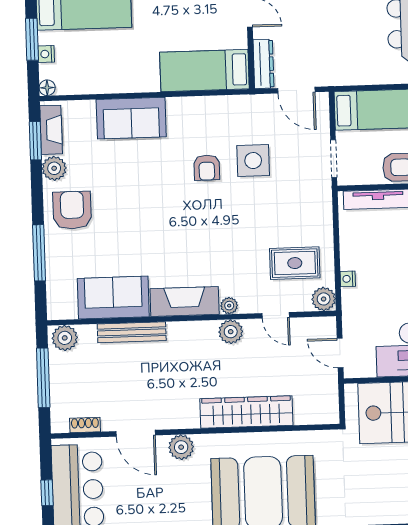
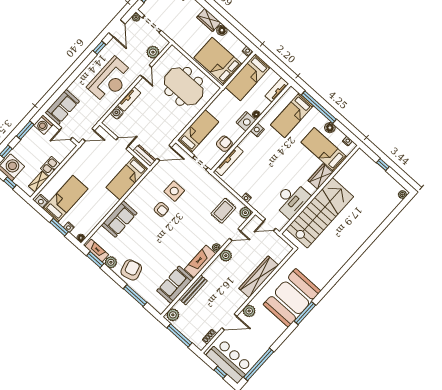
armchair: (72, 210) -> (131, 270), turned 74

